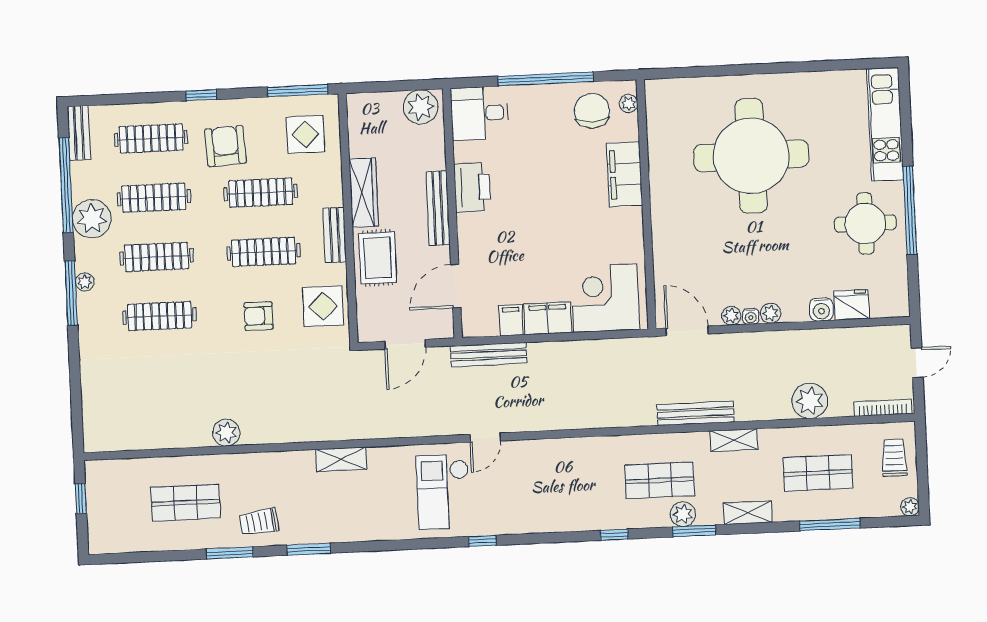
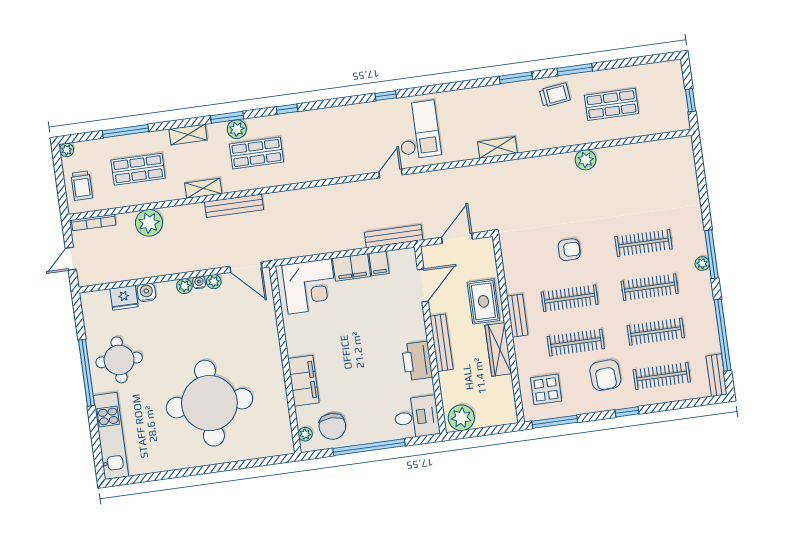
plant: (92, 219) -> (701, 312), removed
display table: (323, 306) -> (521, 261), removed

